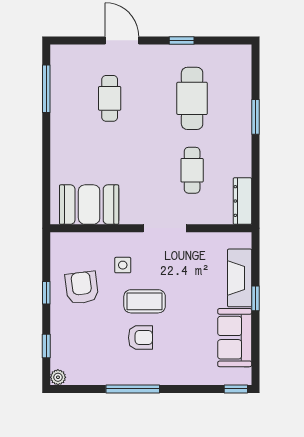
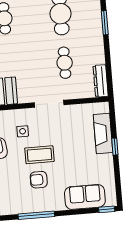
armchair: (140, 338) -> (39, 180), turned 180
sofa: (235, 338) -> (85, 197), moved, turned 90

